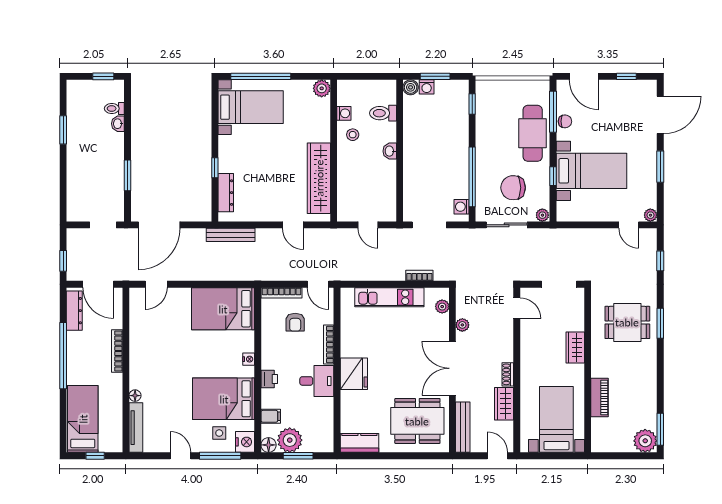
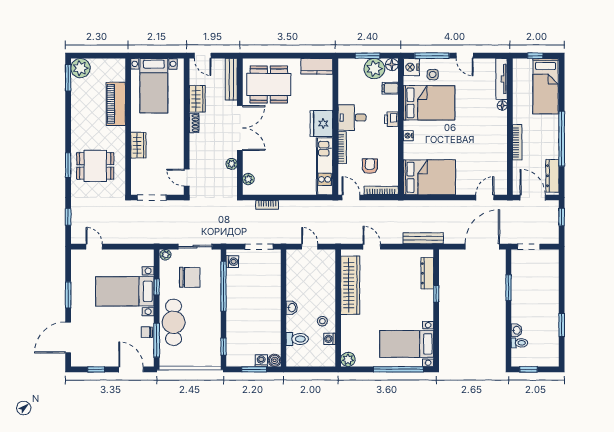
plant: (650, 215) -> (76, 255), removed
kitchen unit: (389, 297) -> (325, 166), moved, turned -90
piano: (600, 398) -> (116, 104), width x1.37, depth x1.33

